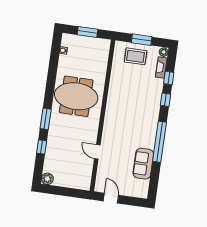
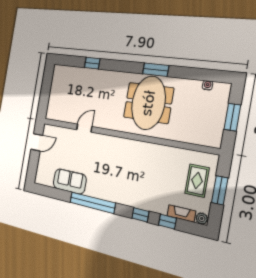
window: (46, 119) -> (156, 70), moved
plant: (47, 179) -> (59, 71), removed

